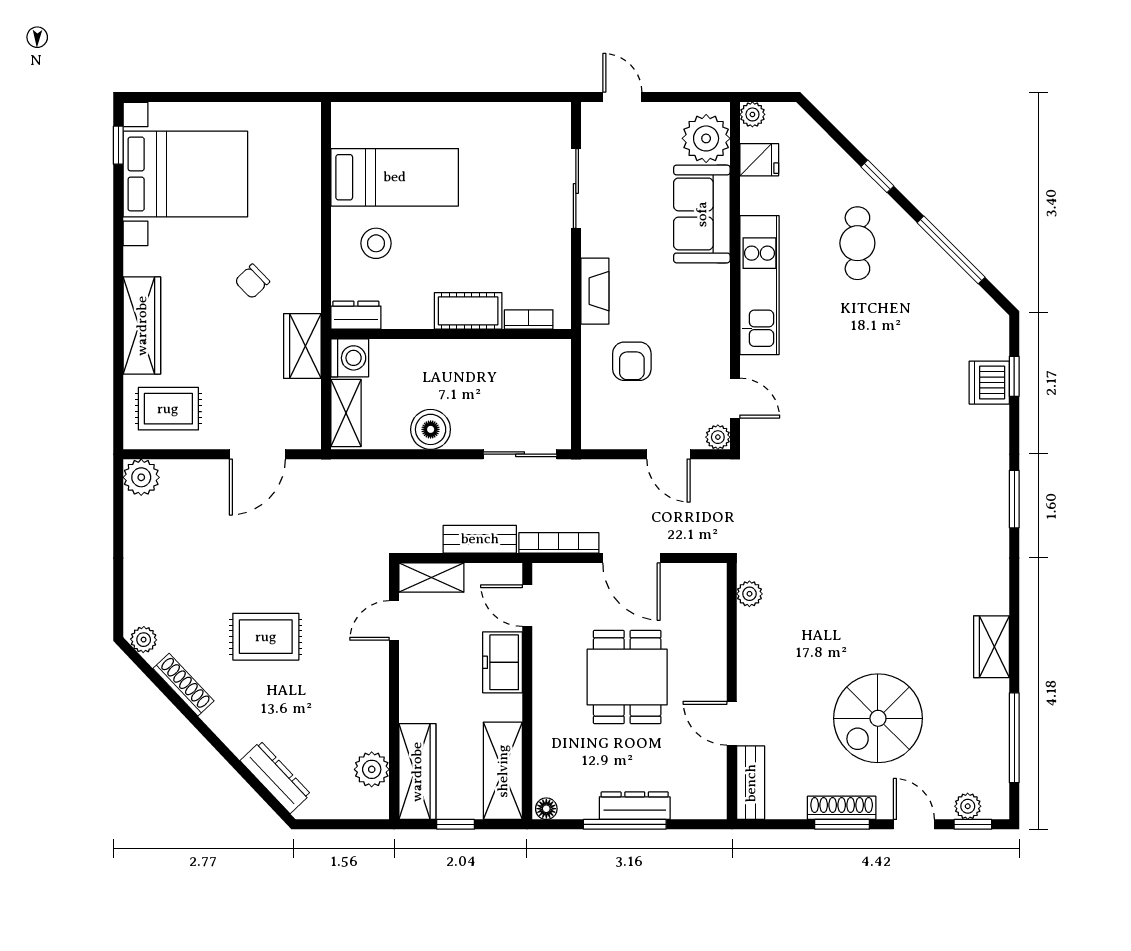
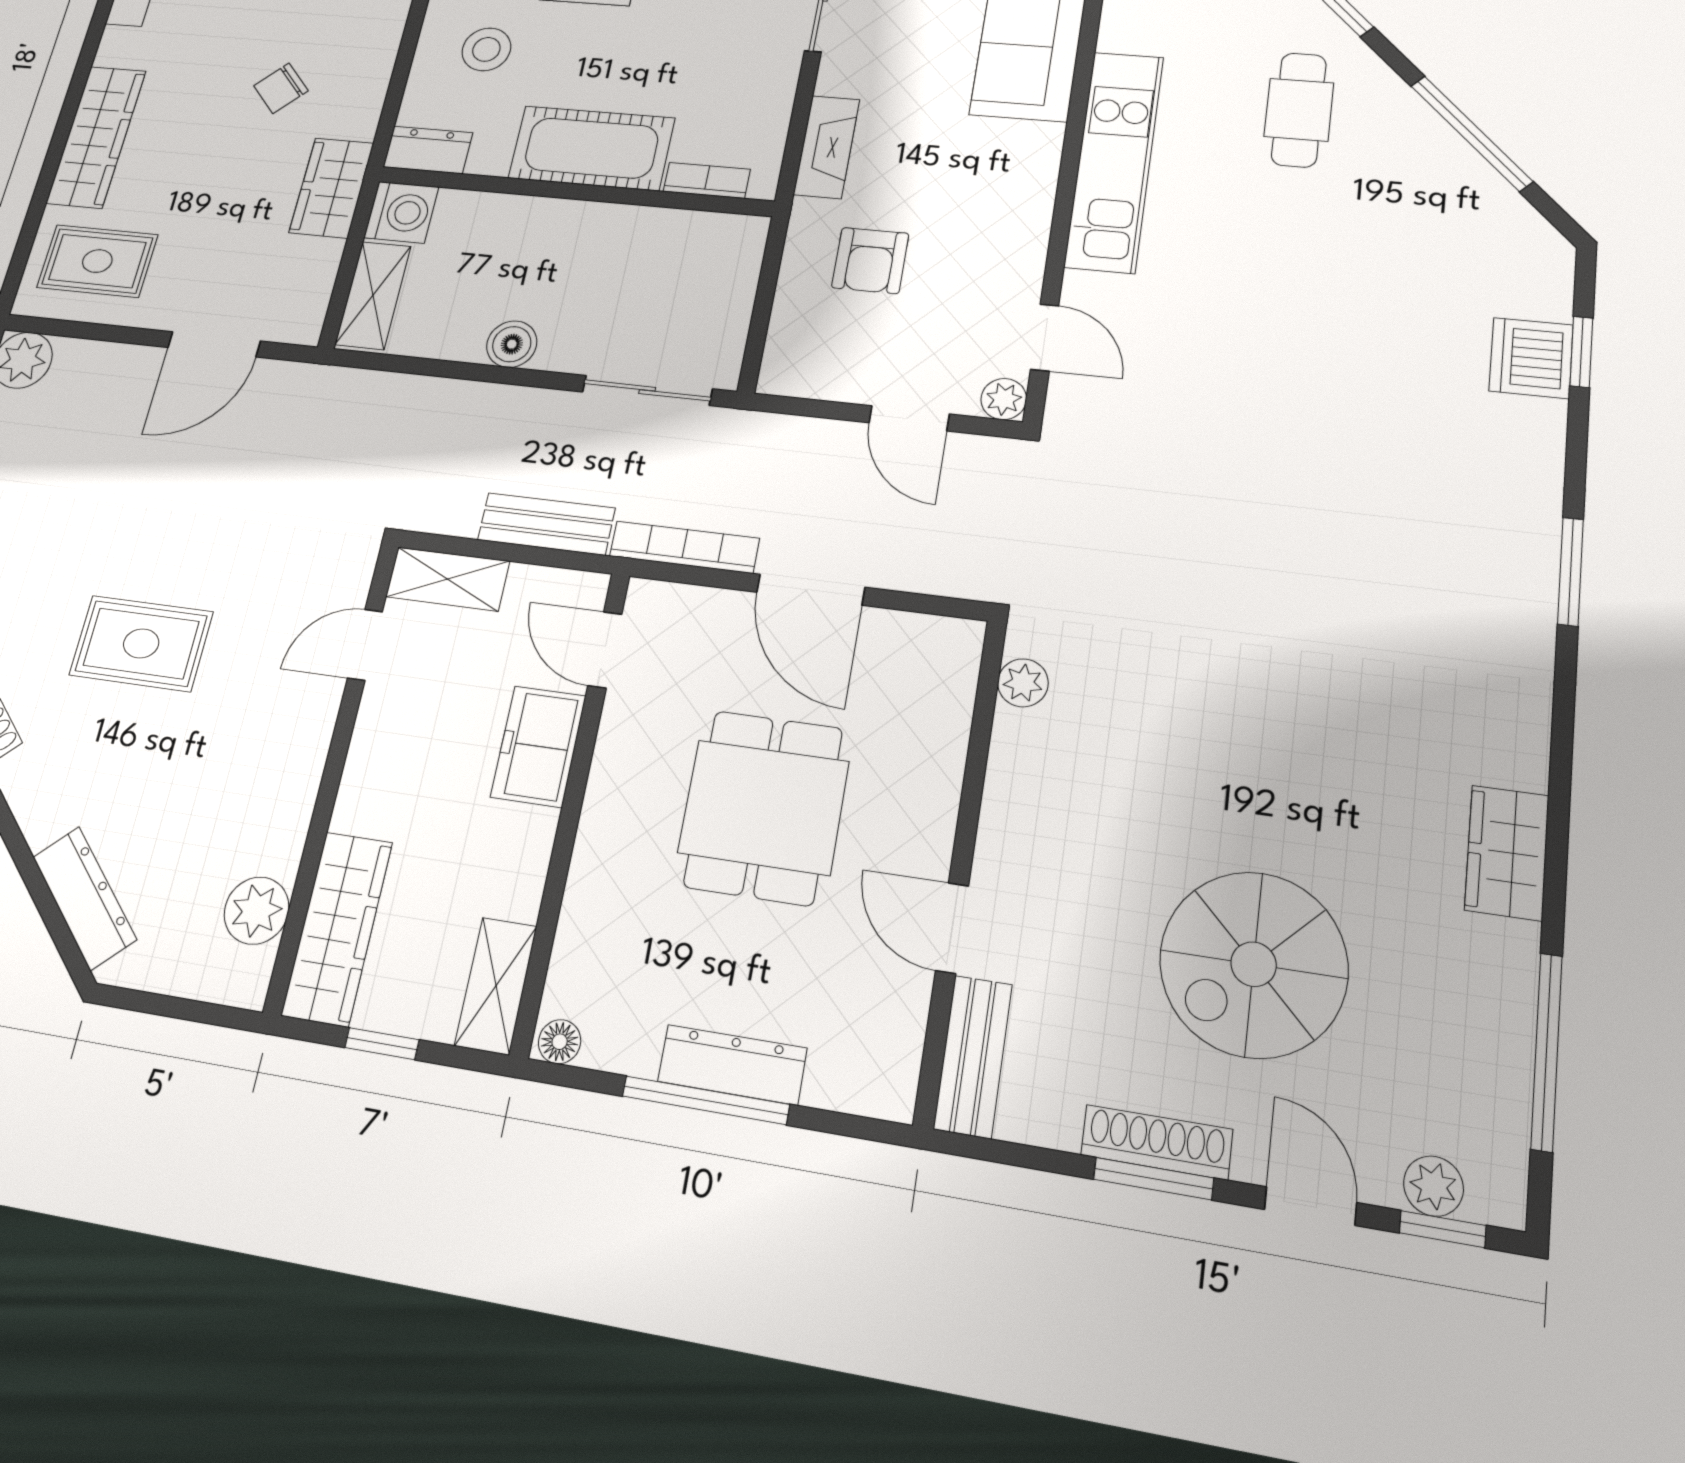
cot: (468, 311) -> (591, 148), width x1.37, depth x1.34
boiler: (431, 429) -> (512, 344), width x0.73, depth x0.73
shelving: (503, 771) -> (496, 986), width x0.67, depth x0.75

